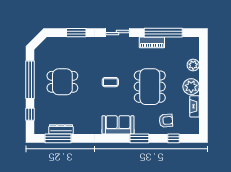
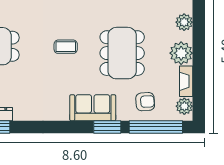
plant: (193, 124) -> (184, 106), added
sofa: (118, 125) -> (93, 108), moved
window: (173, 138) -> (156, 127), width x3.17

